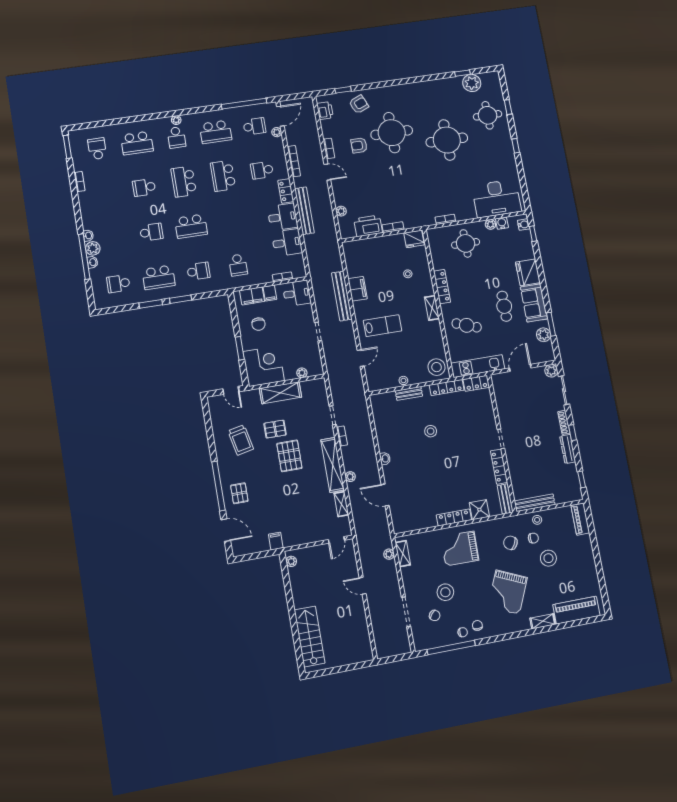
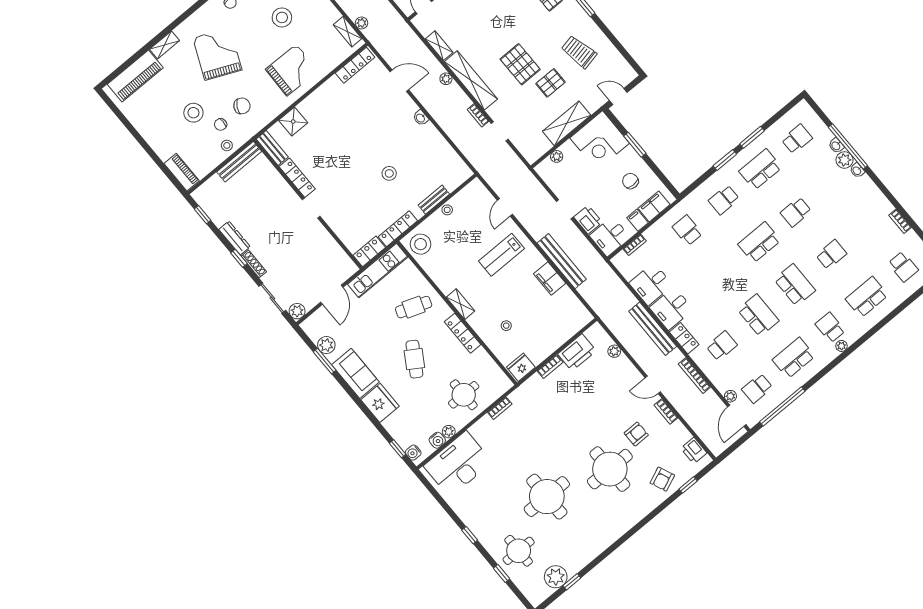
cafe table: (504, 306) -> (414, 359), moved, turned 32
printer: (306, 314) -> (588, 220), added
locker: (454, 517) -> (355, 65), moved

